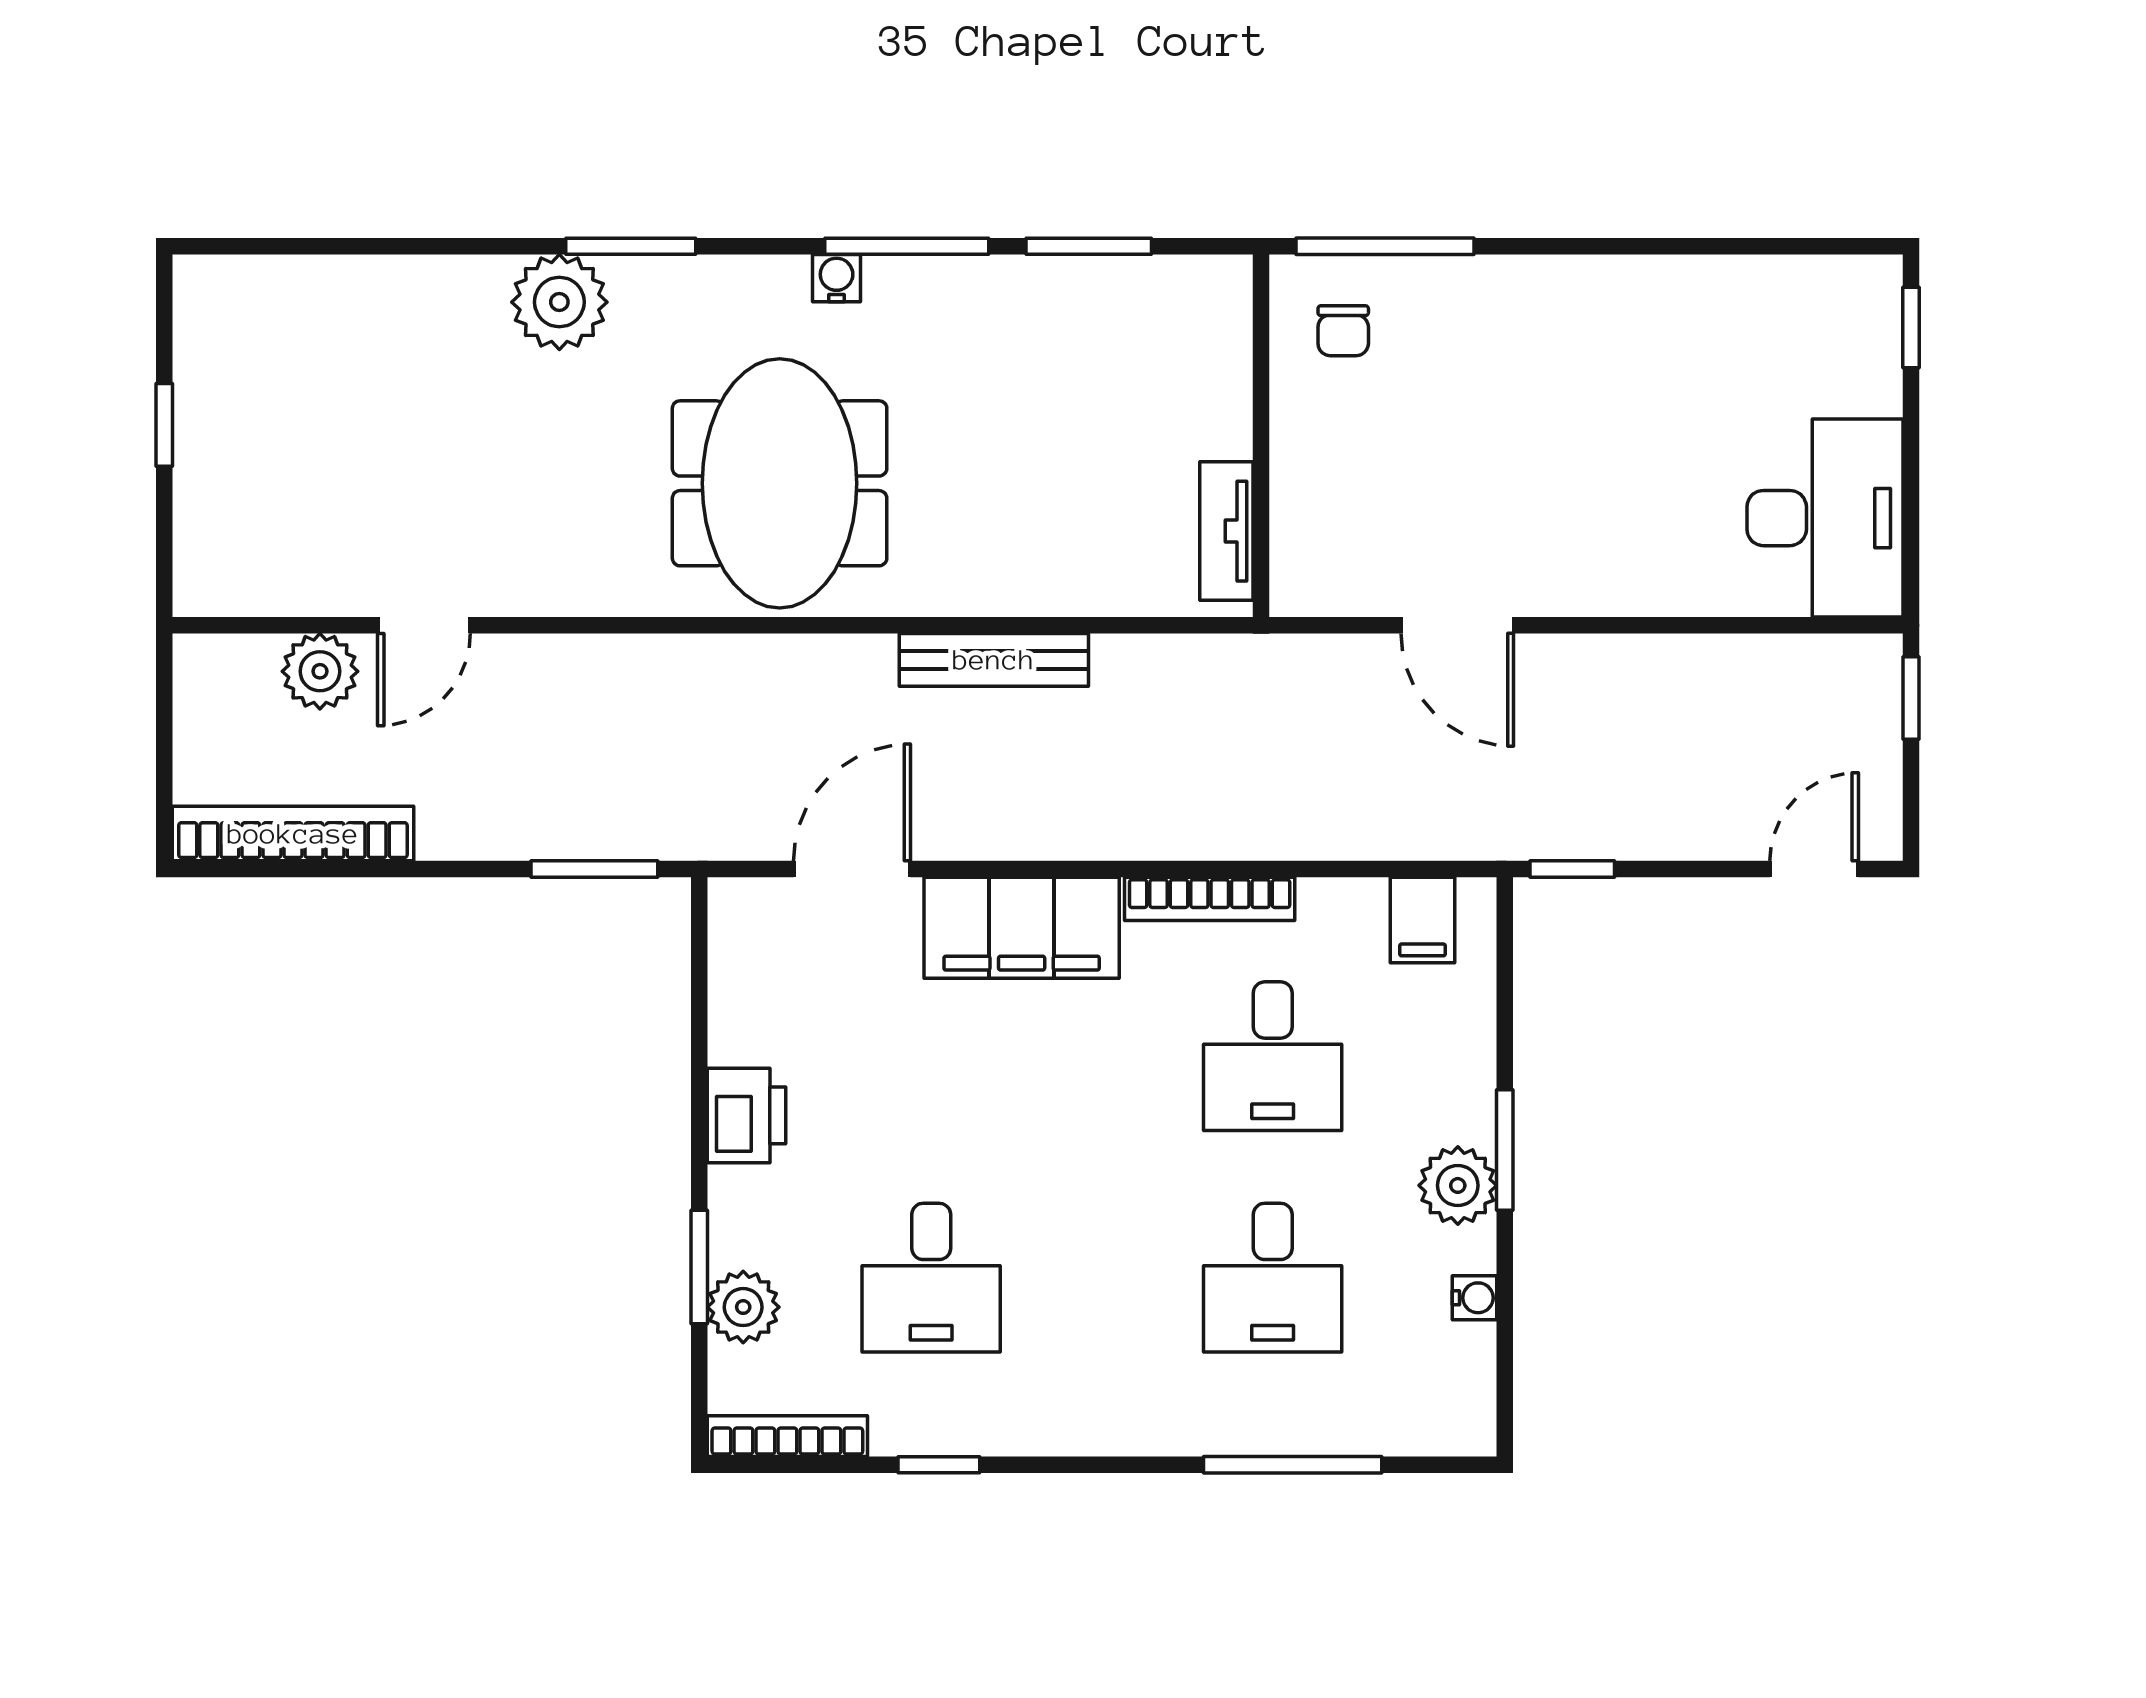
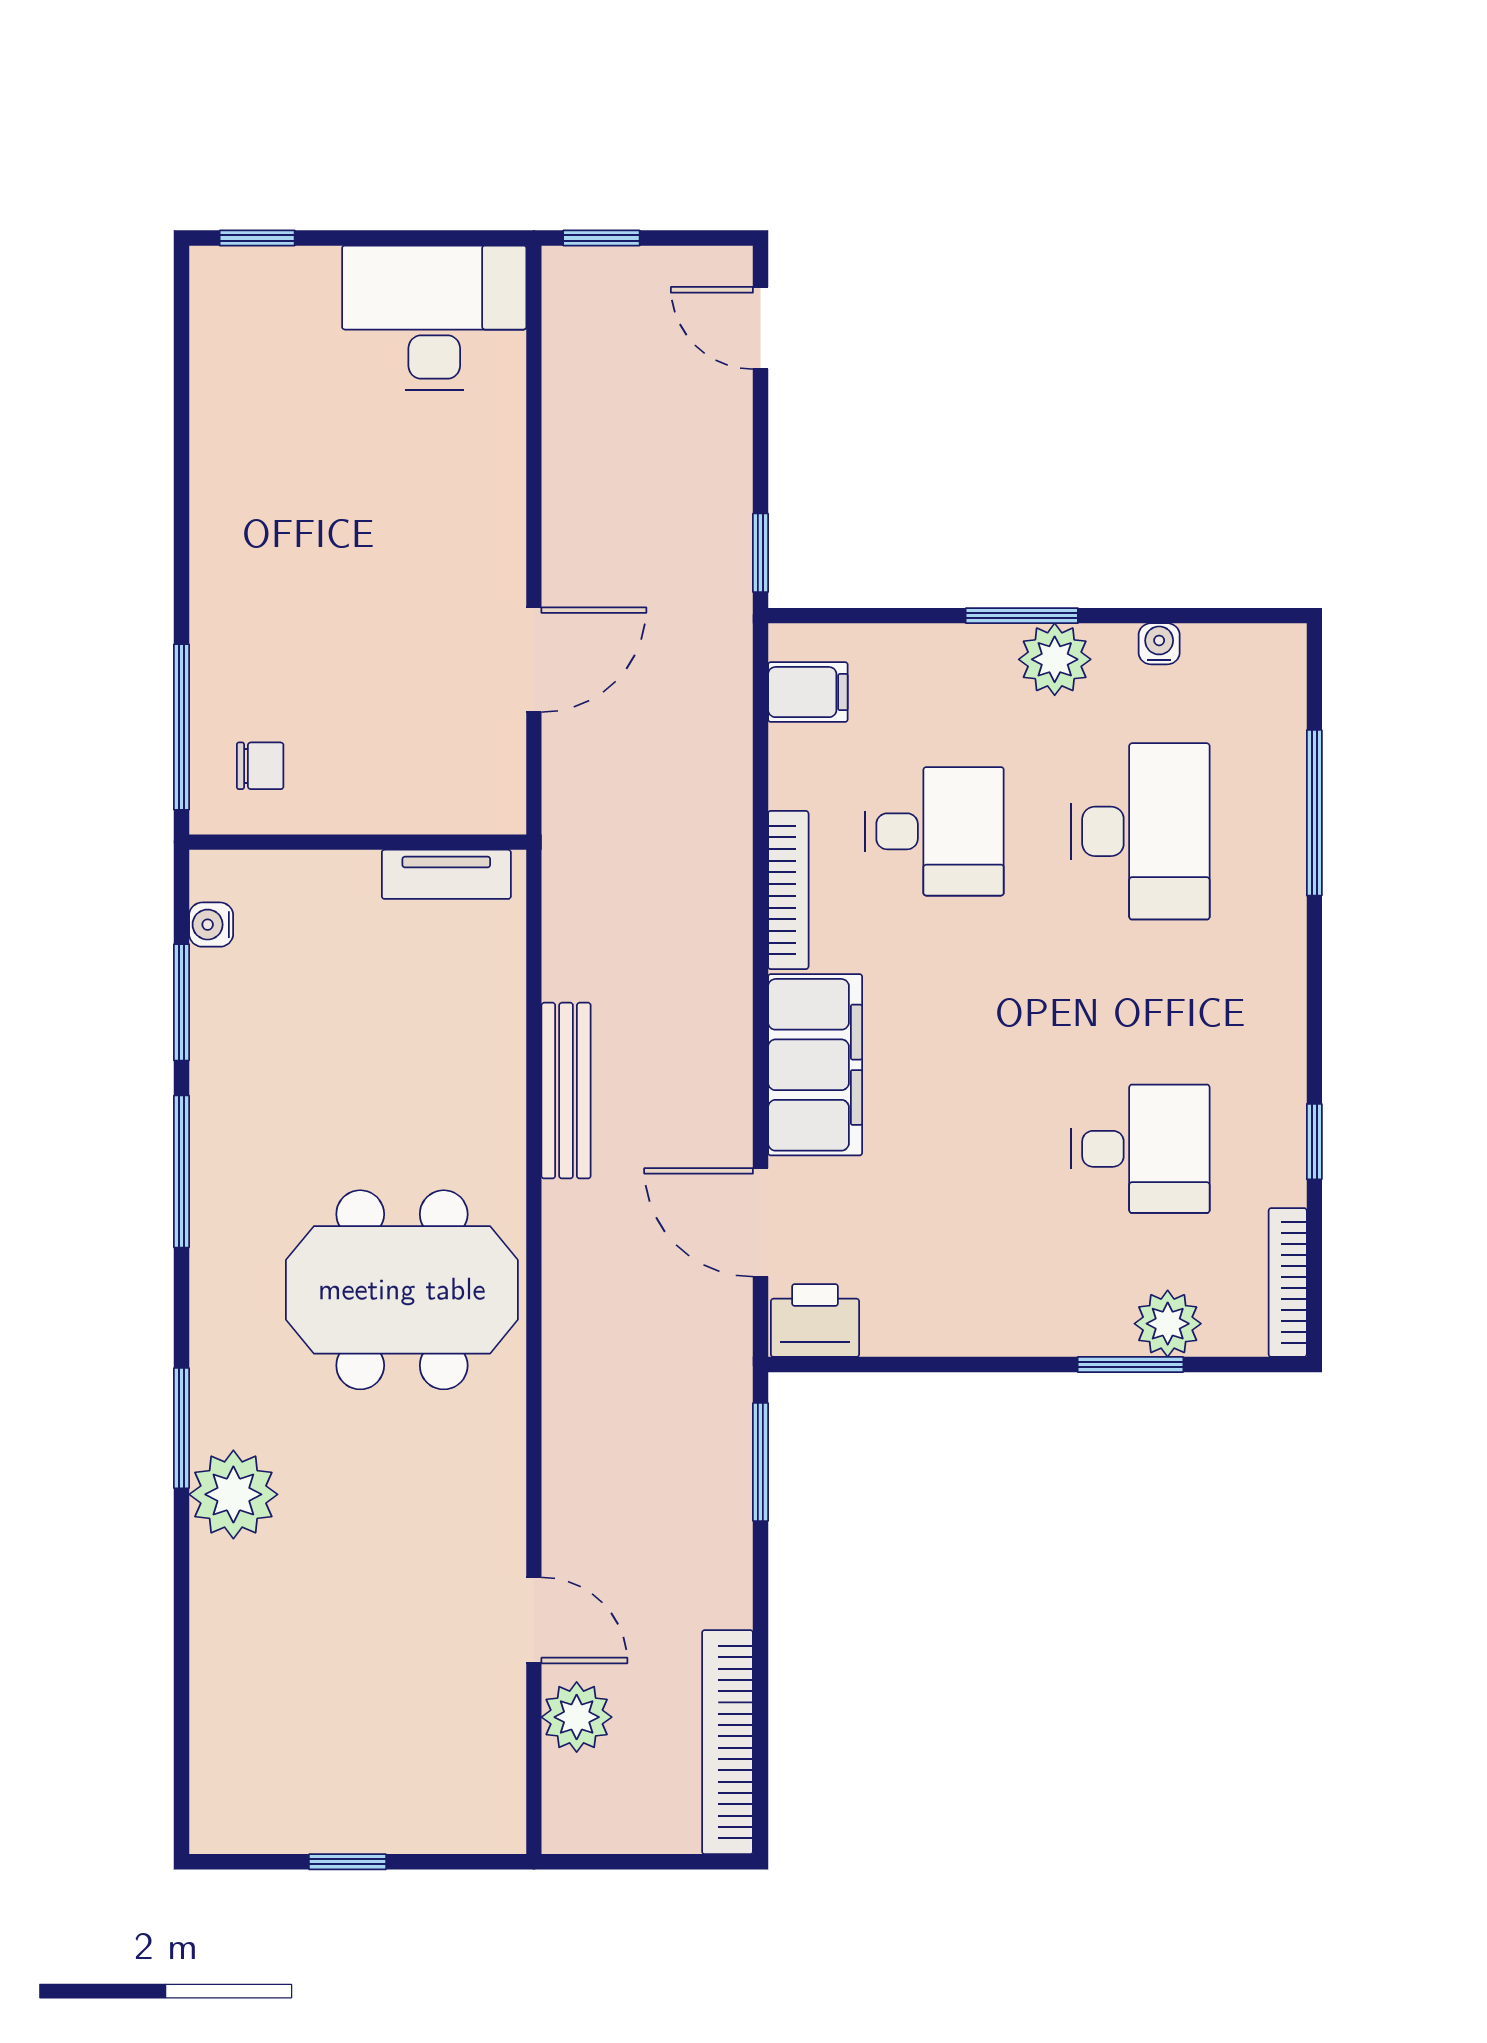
water cooler: (837, 278) -> (211, 925), moved
printer: (746, 1115) -> (815, 1321), moved
desk: (1273, 1278) -> (1140, 831), width x1.37

